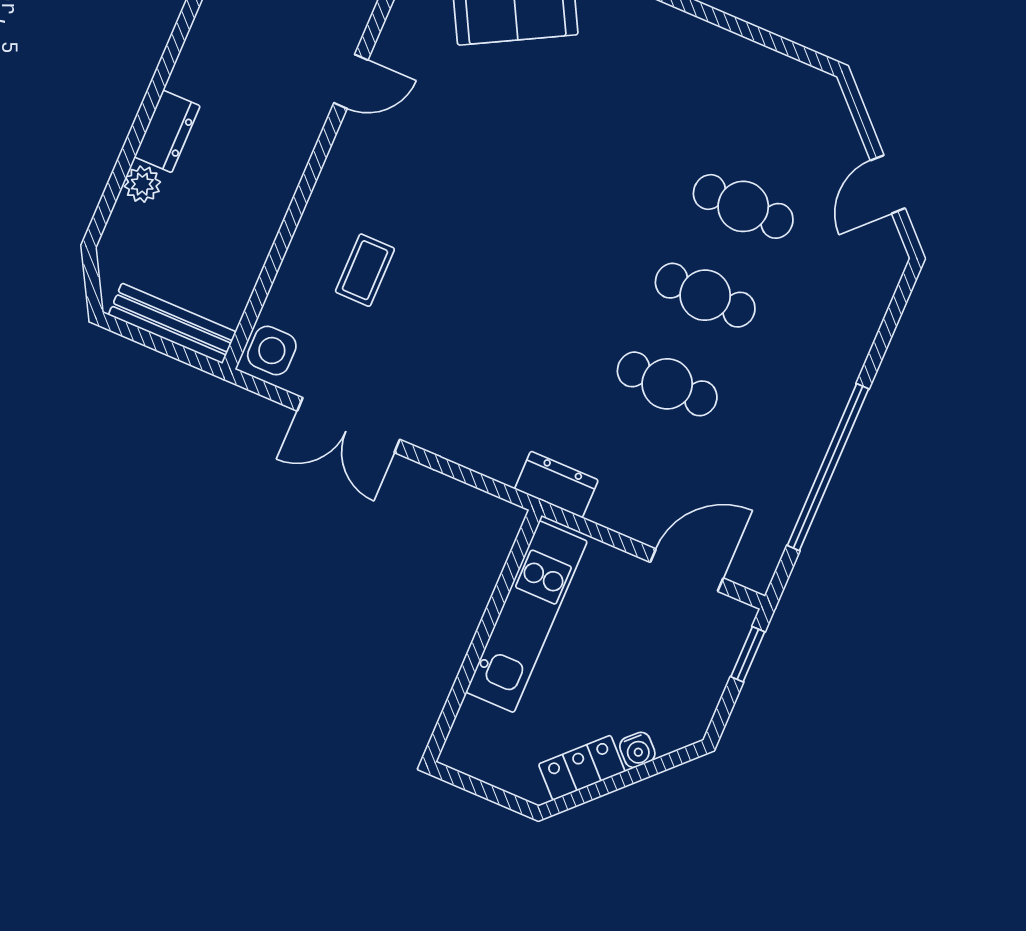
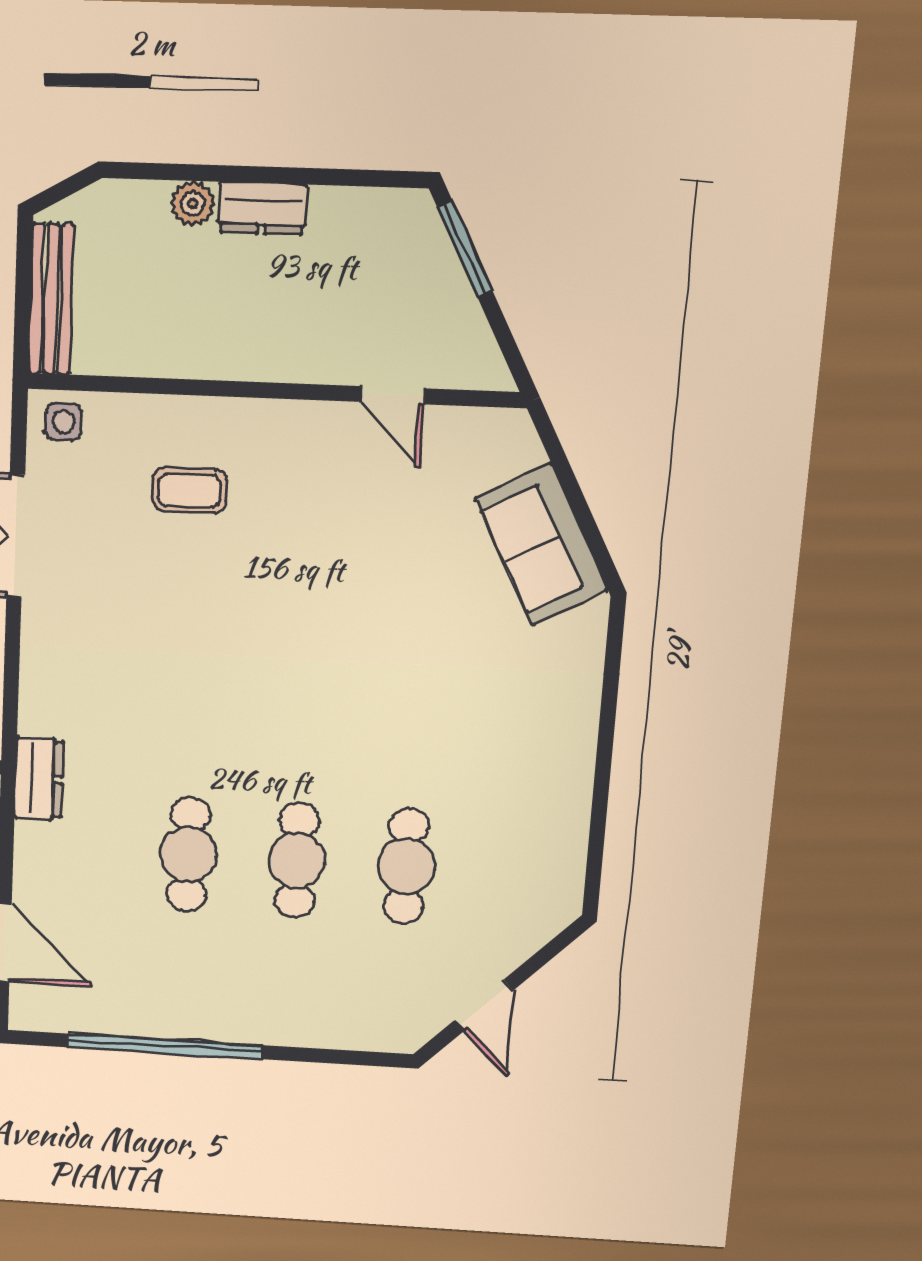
door: (888, 184) -> (484, 1005), swing flipped
side table: (272, 351) -> (64, 422), width x0.73, depth x0.73

